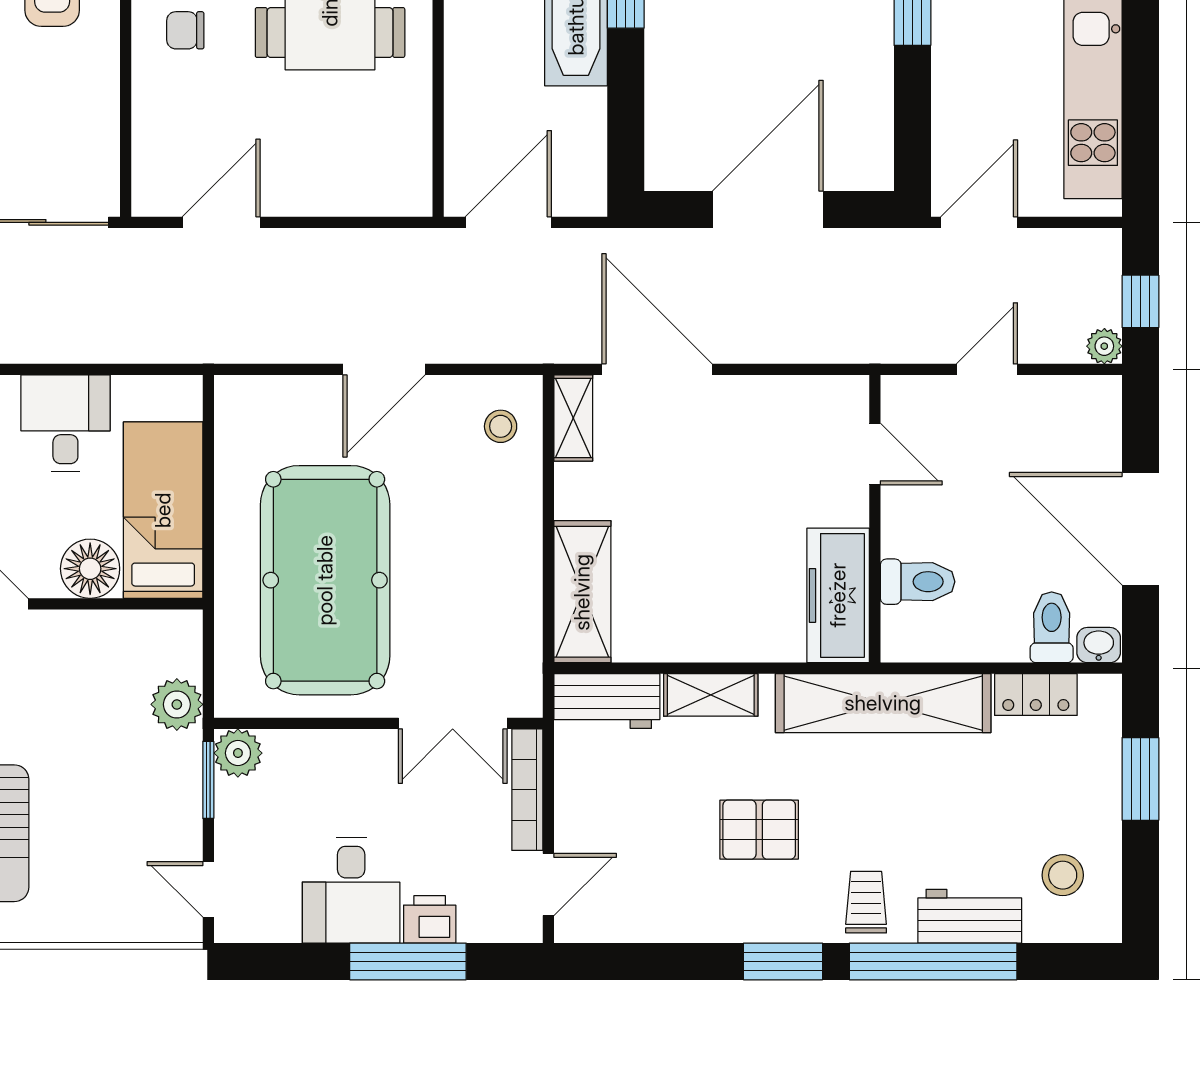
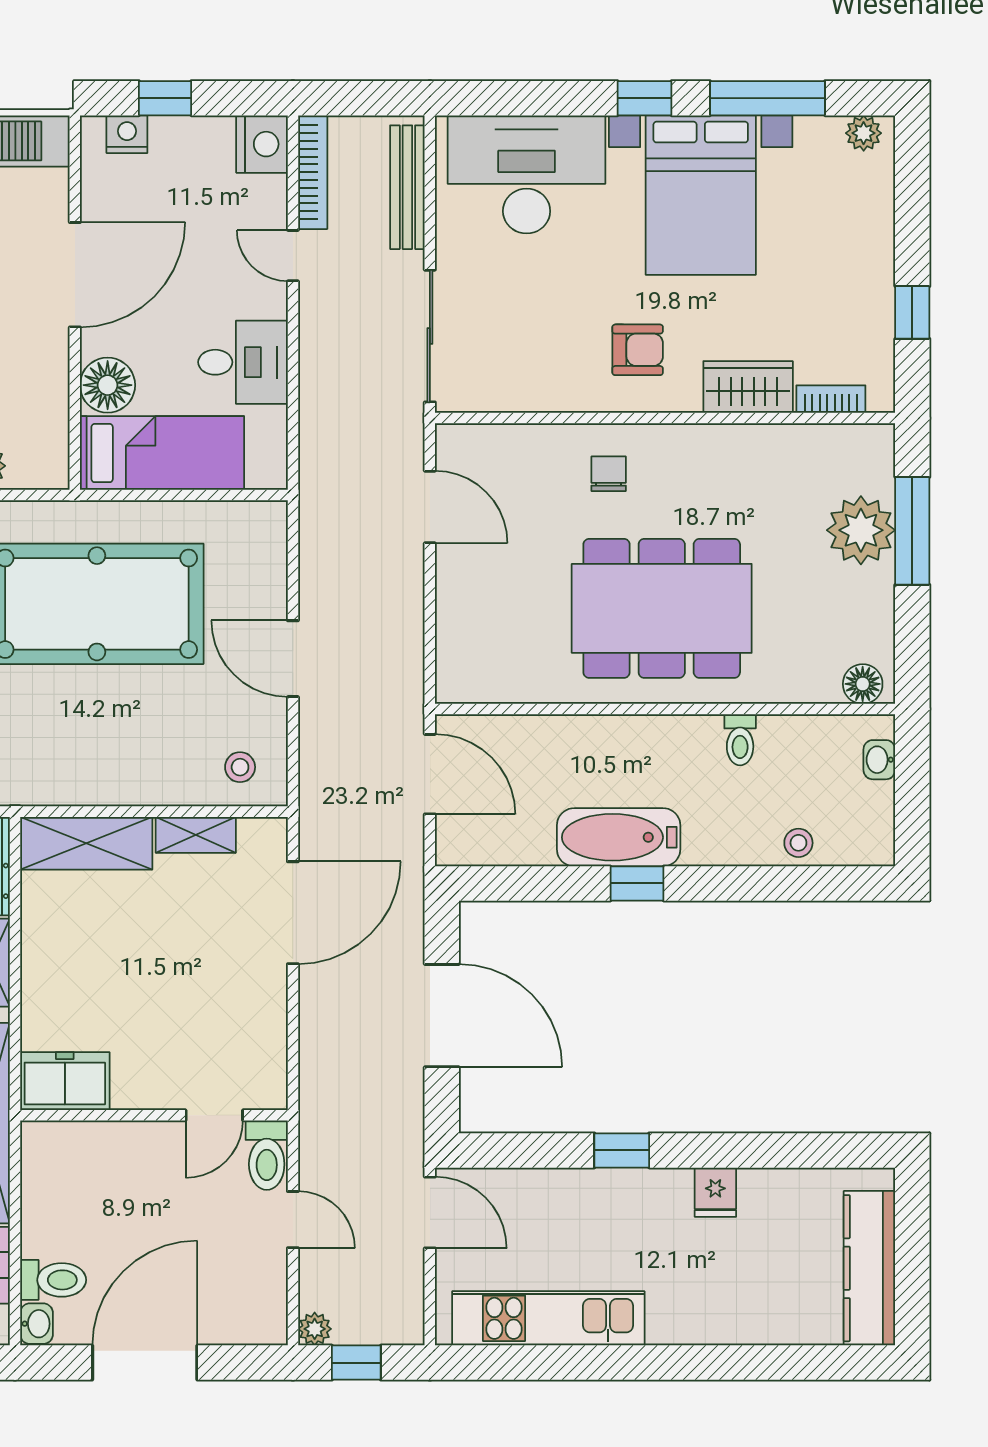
shelving: (573, 418) -> (196, 835), moved
toilet: (918, 582) -> (267, 1155), moved
freezer: (838, 595) -> (65, 1081), width x0.71

